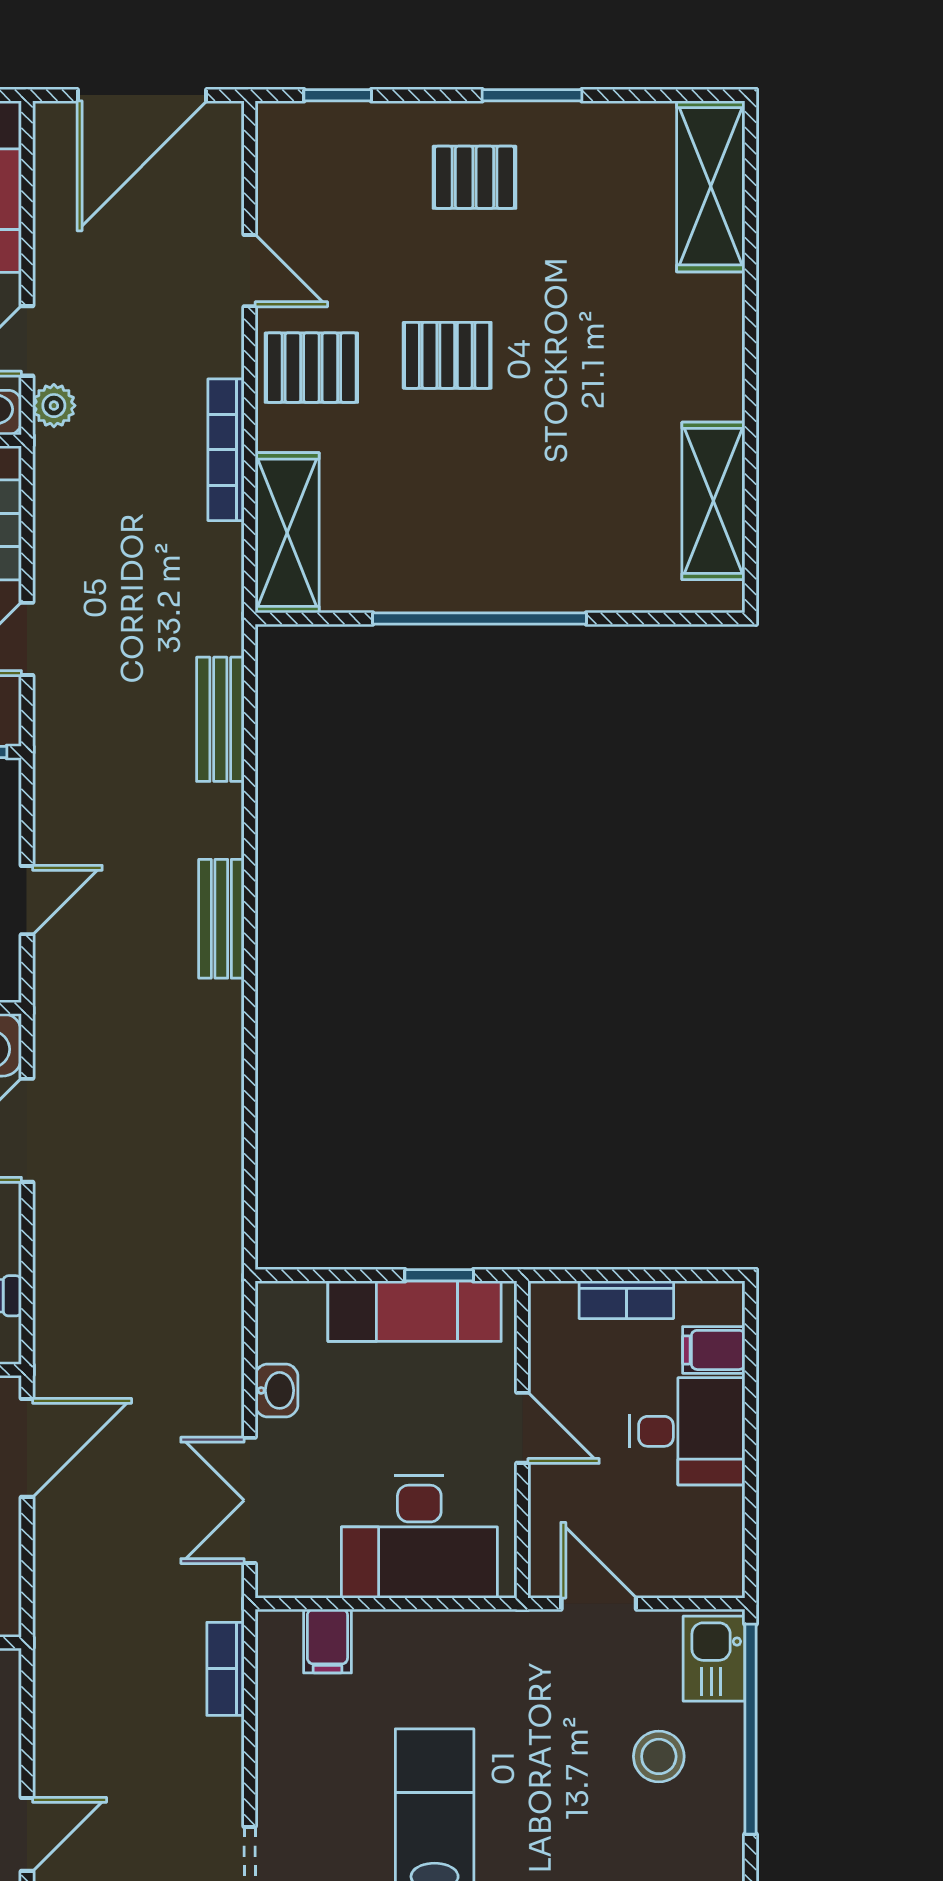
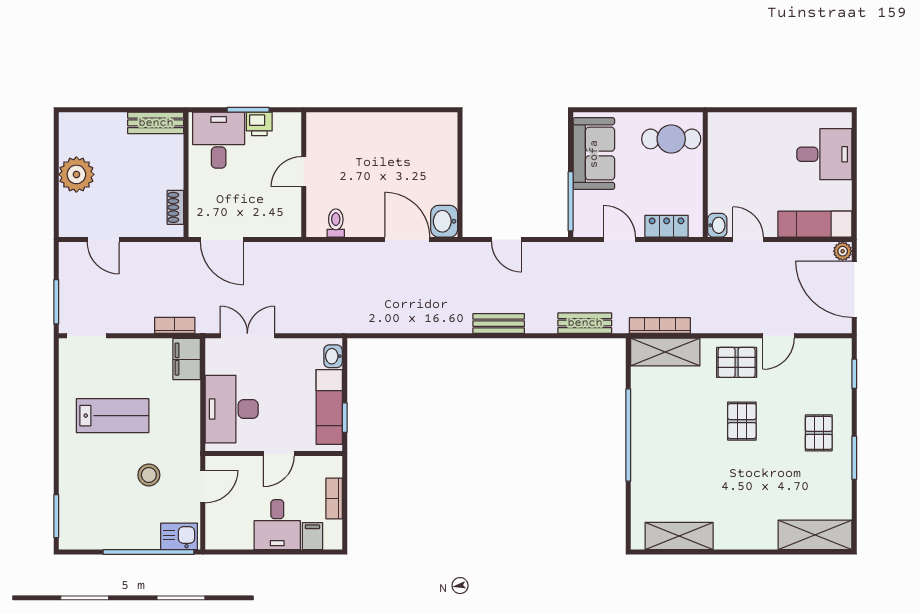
pallet: (311, 368) -> (737, 362), turned 90
plant: (54, 406) -> (843, 251), moved
bookcase: (226, 450) -> (660, 326), moved
washbasin: (277, 1390) -> (333, 356), moved, turned 90
door: (27, 1448) -> (222, 240), moved
filing cabinet: (327, 1641) -> (187, 359), width x2.00
stool: (659, 1756) -> (149, 475), moved

